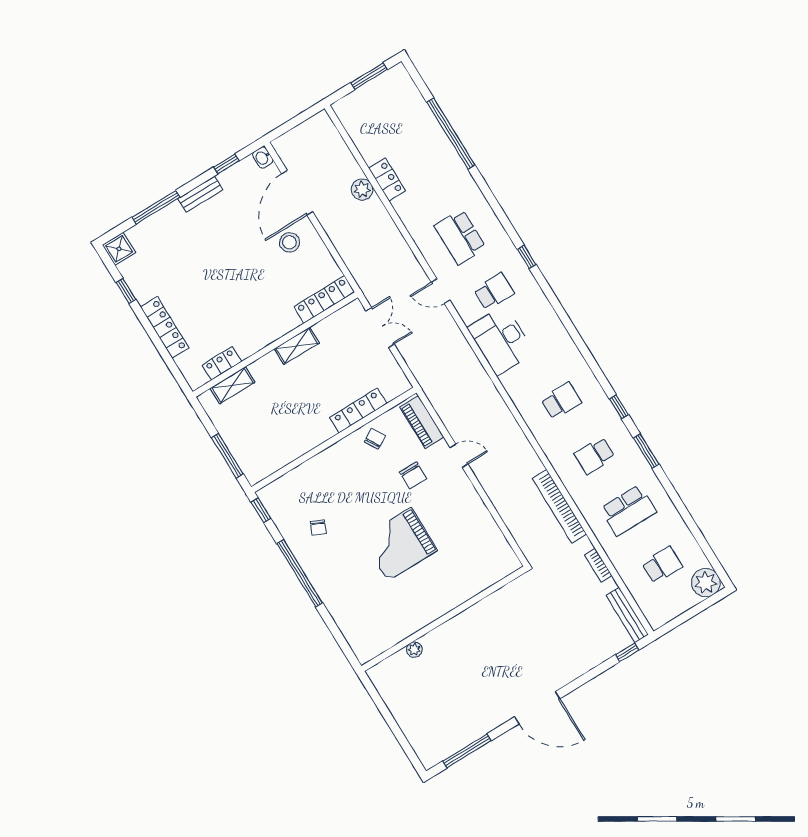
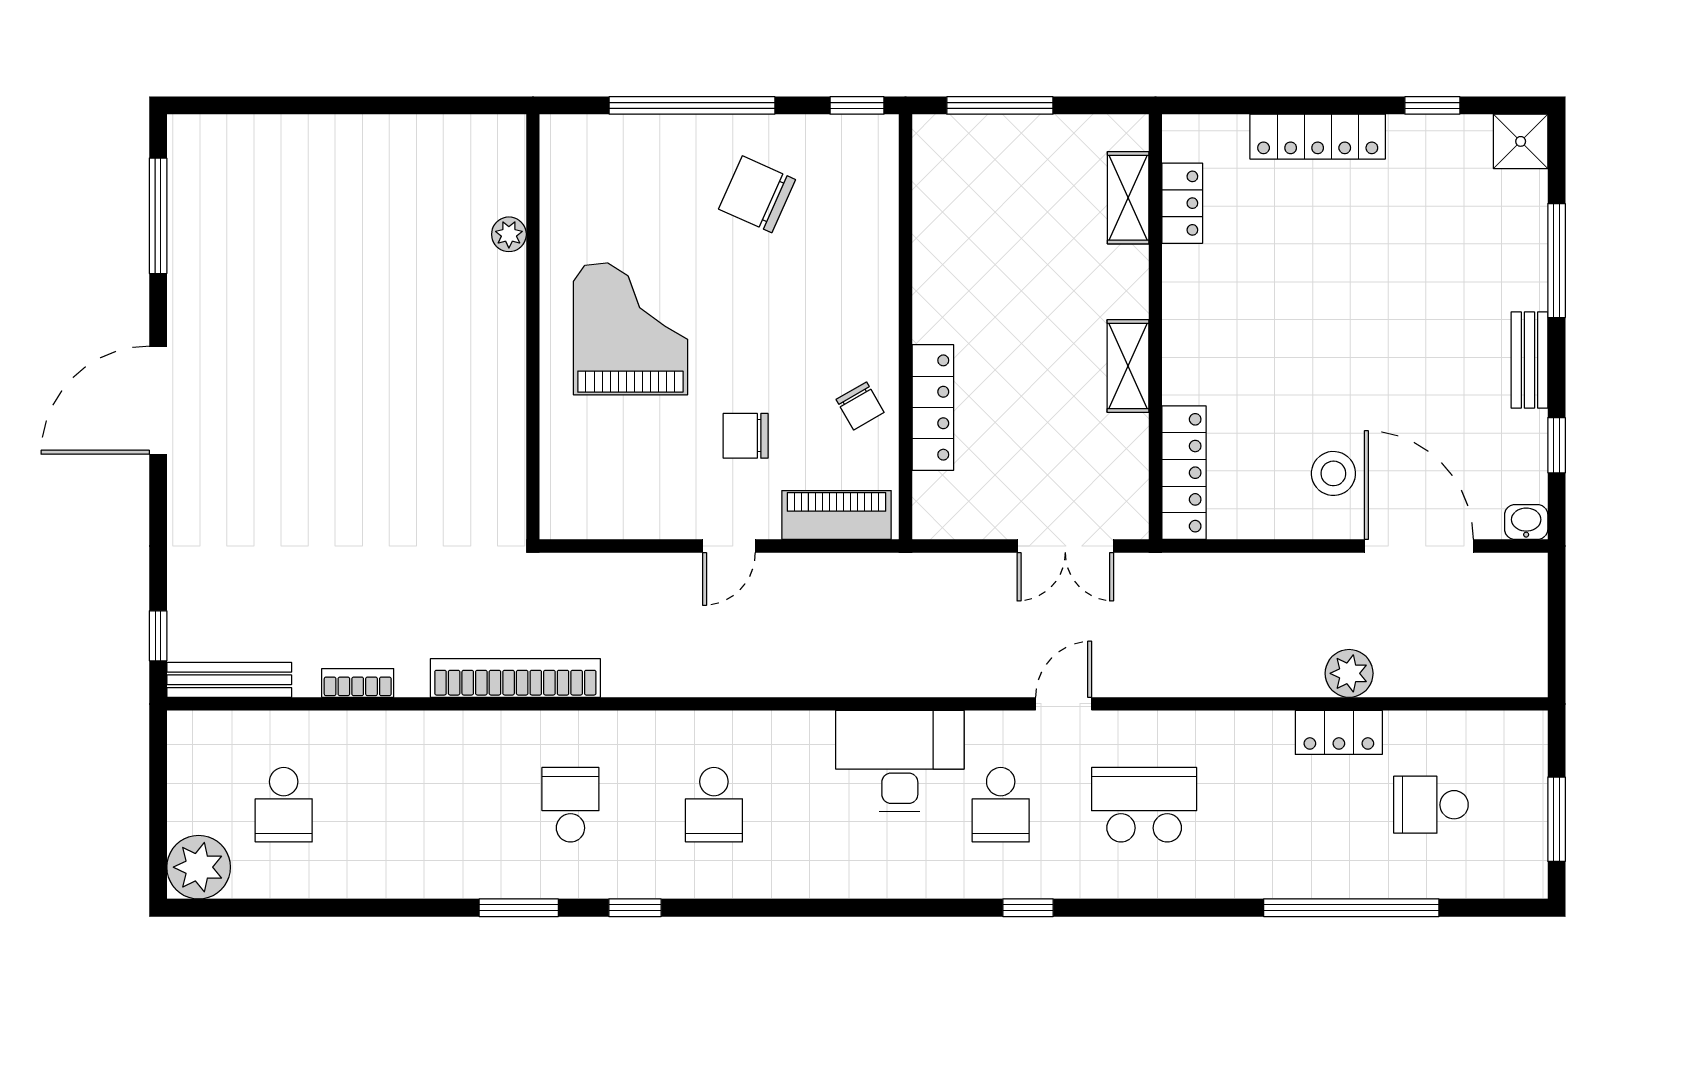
school desk: (628, 510) -> (1431, 805), moved, width x0.54
chair: (318, 528) -> (757, 194), width x1.87, depth x1.87
wall: (444, 619) -> (533, 327), moved
plant: (414, 650) -> (509, 234), moved

